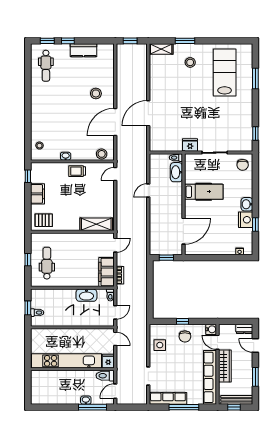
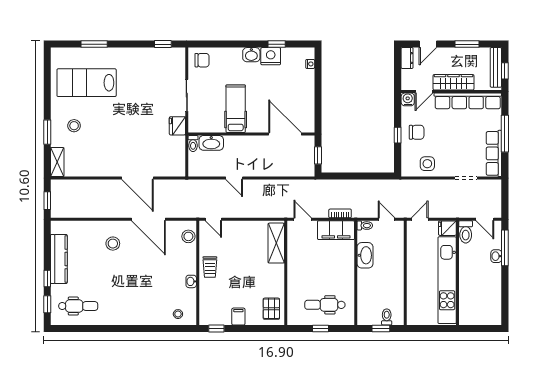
kitchen counter: (84, 50) -> (59, 259), width x1.50
filing cabinet: (37, 194) -> (238, 317), width x0.50

